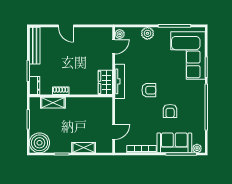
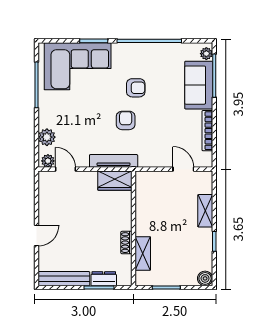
plant: (147, 33) -> (47, 137), moved
dresser: (35, 86) -> (104, 279), moved
armchair: (170, 111) -> (136, 88), moved
boiler: (39, 143) -> (205, 278), width x0.54, depth x0.54

